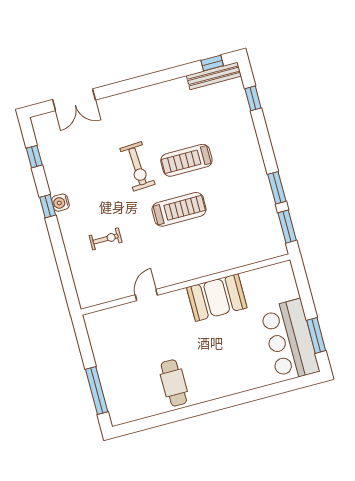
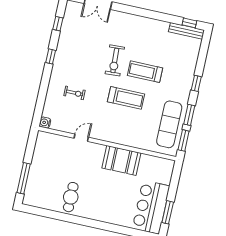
window: (253, 98) -> (196, 83), moved
water cooler: (60, 203) -> (45, 123), moved
exercise mat: (256, 215) -> (169, 124), added

